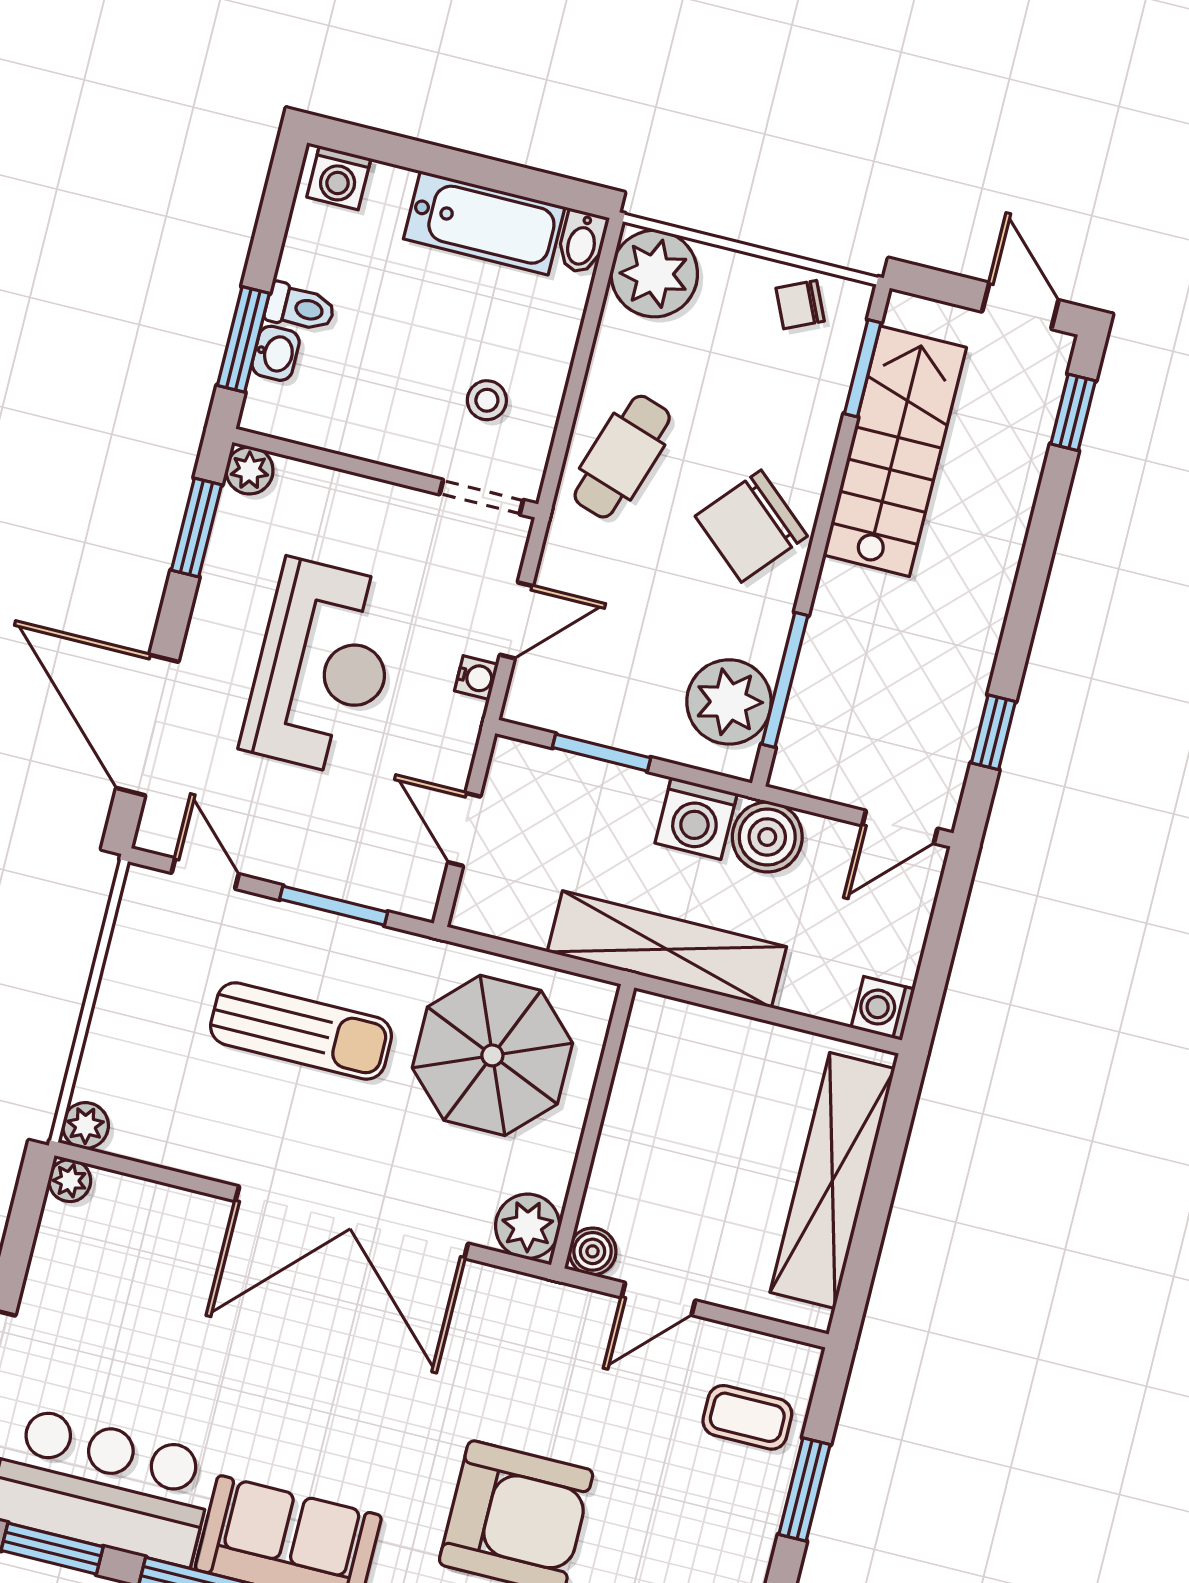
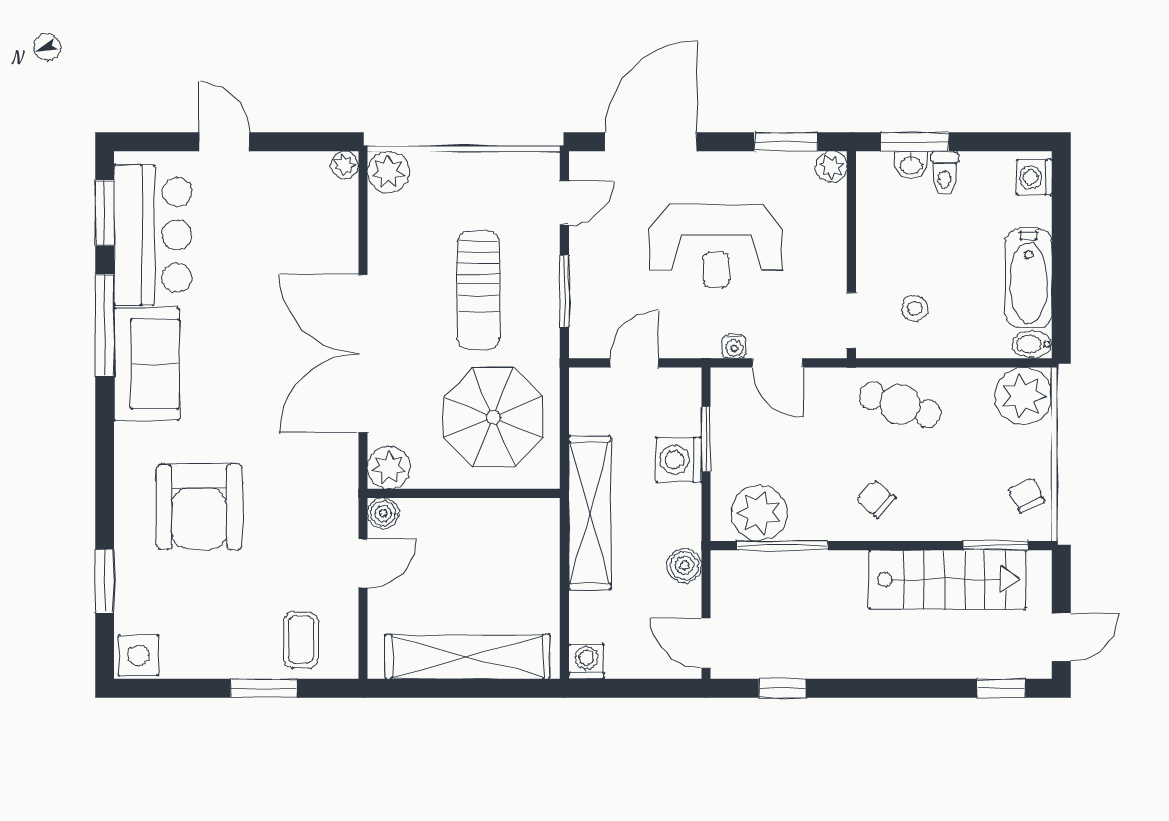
chair: (751, 526) -> (876, 499), width x0.54, depth x0.54
washing machine: (696, 818) -> (679, 460), moved
boiler: (767, 837) -> (684, 566), width x0.73, depth x0.73
plant: (85, 1126) -> (388, 172), width x1.38, depth x1.38
door: (658, 1299) -> (363, 563), swing flipped

